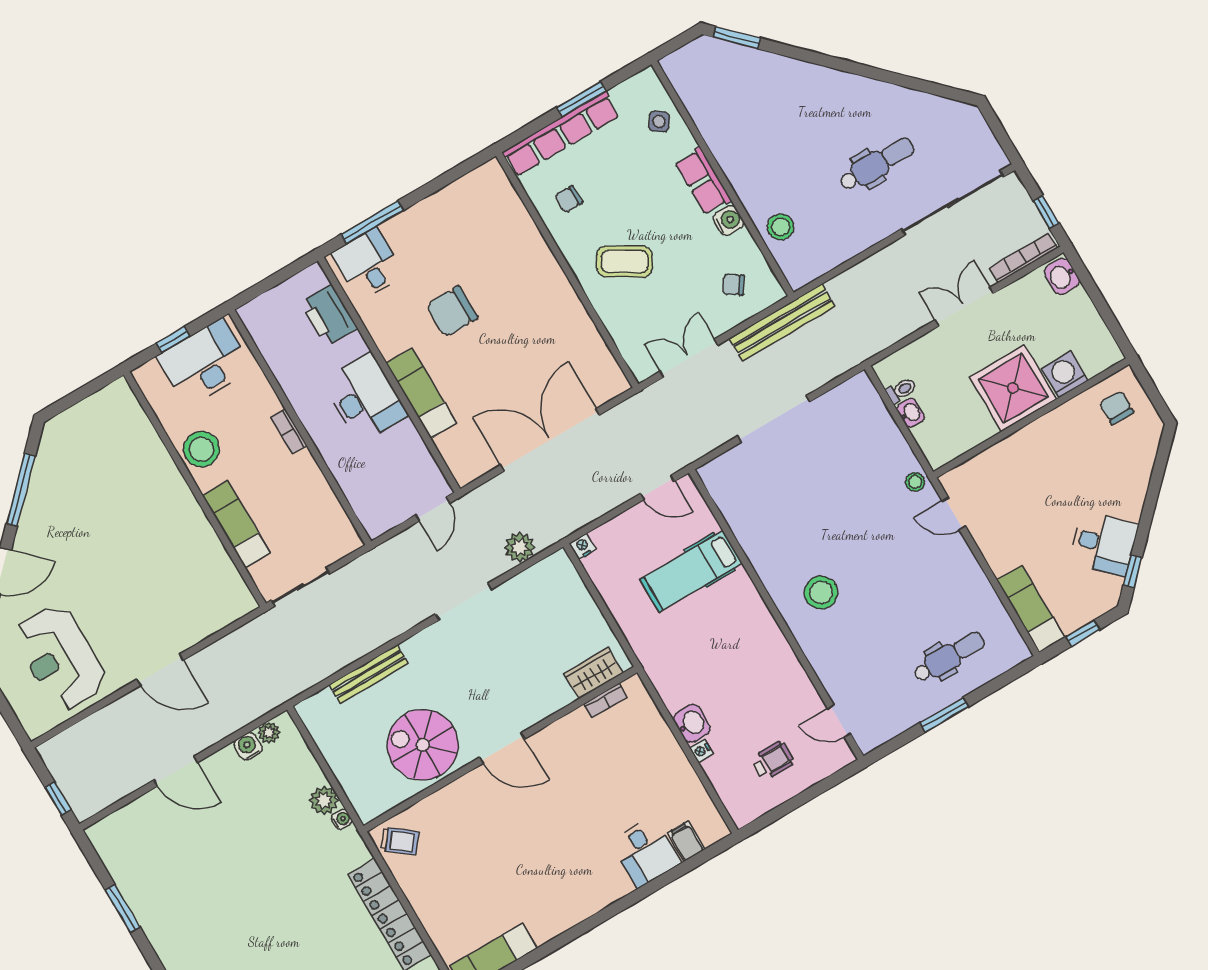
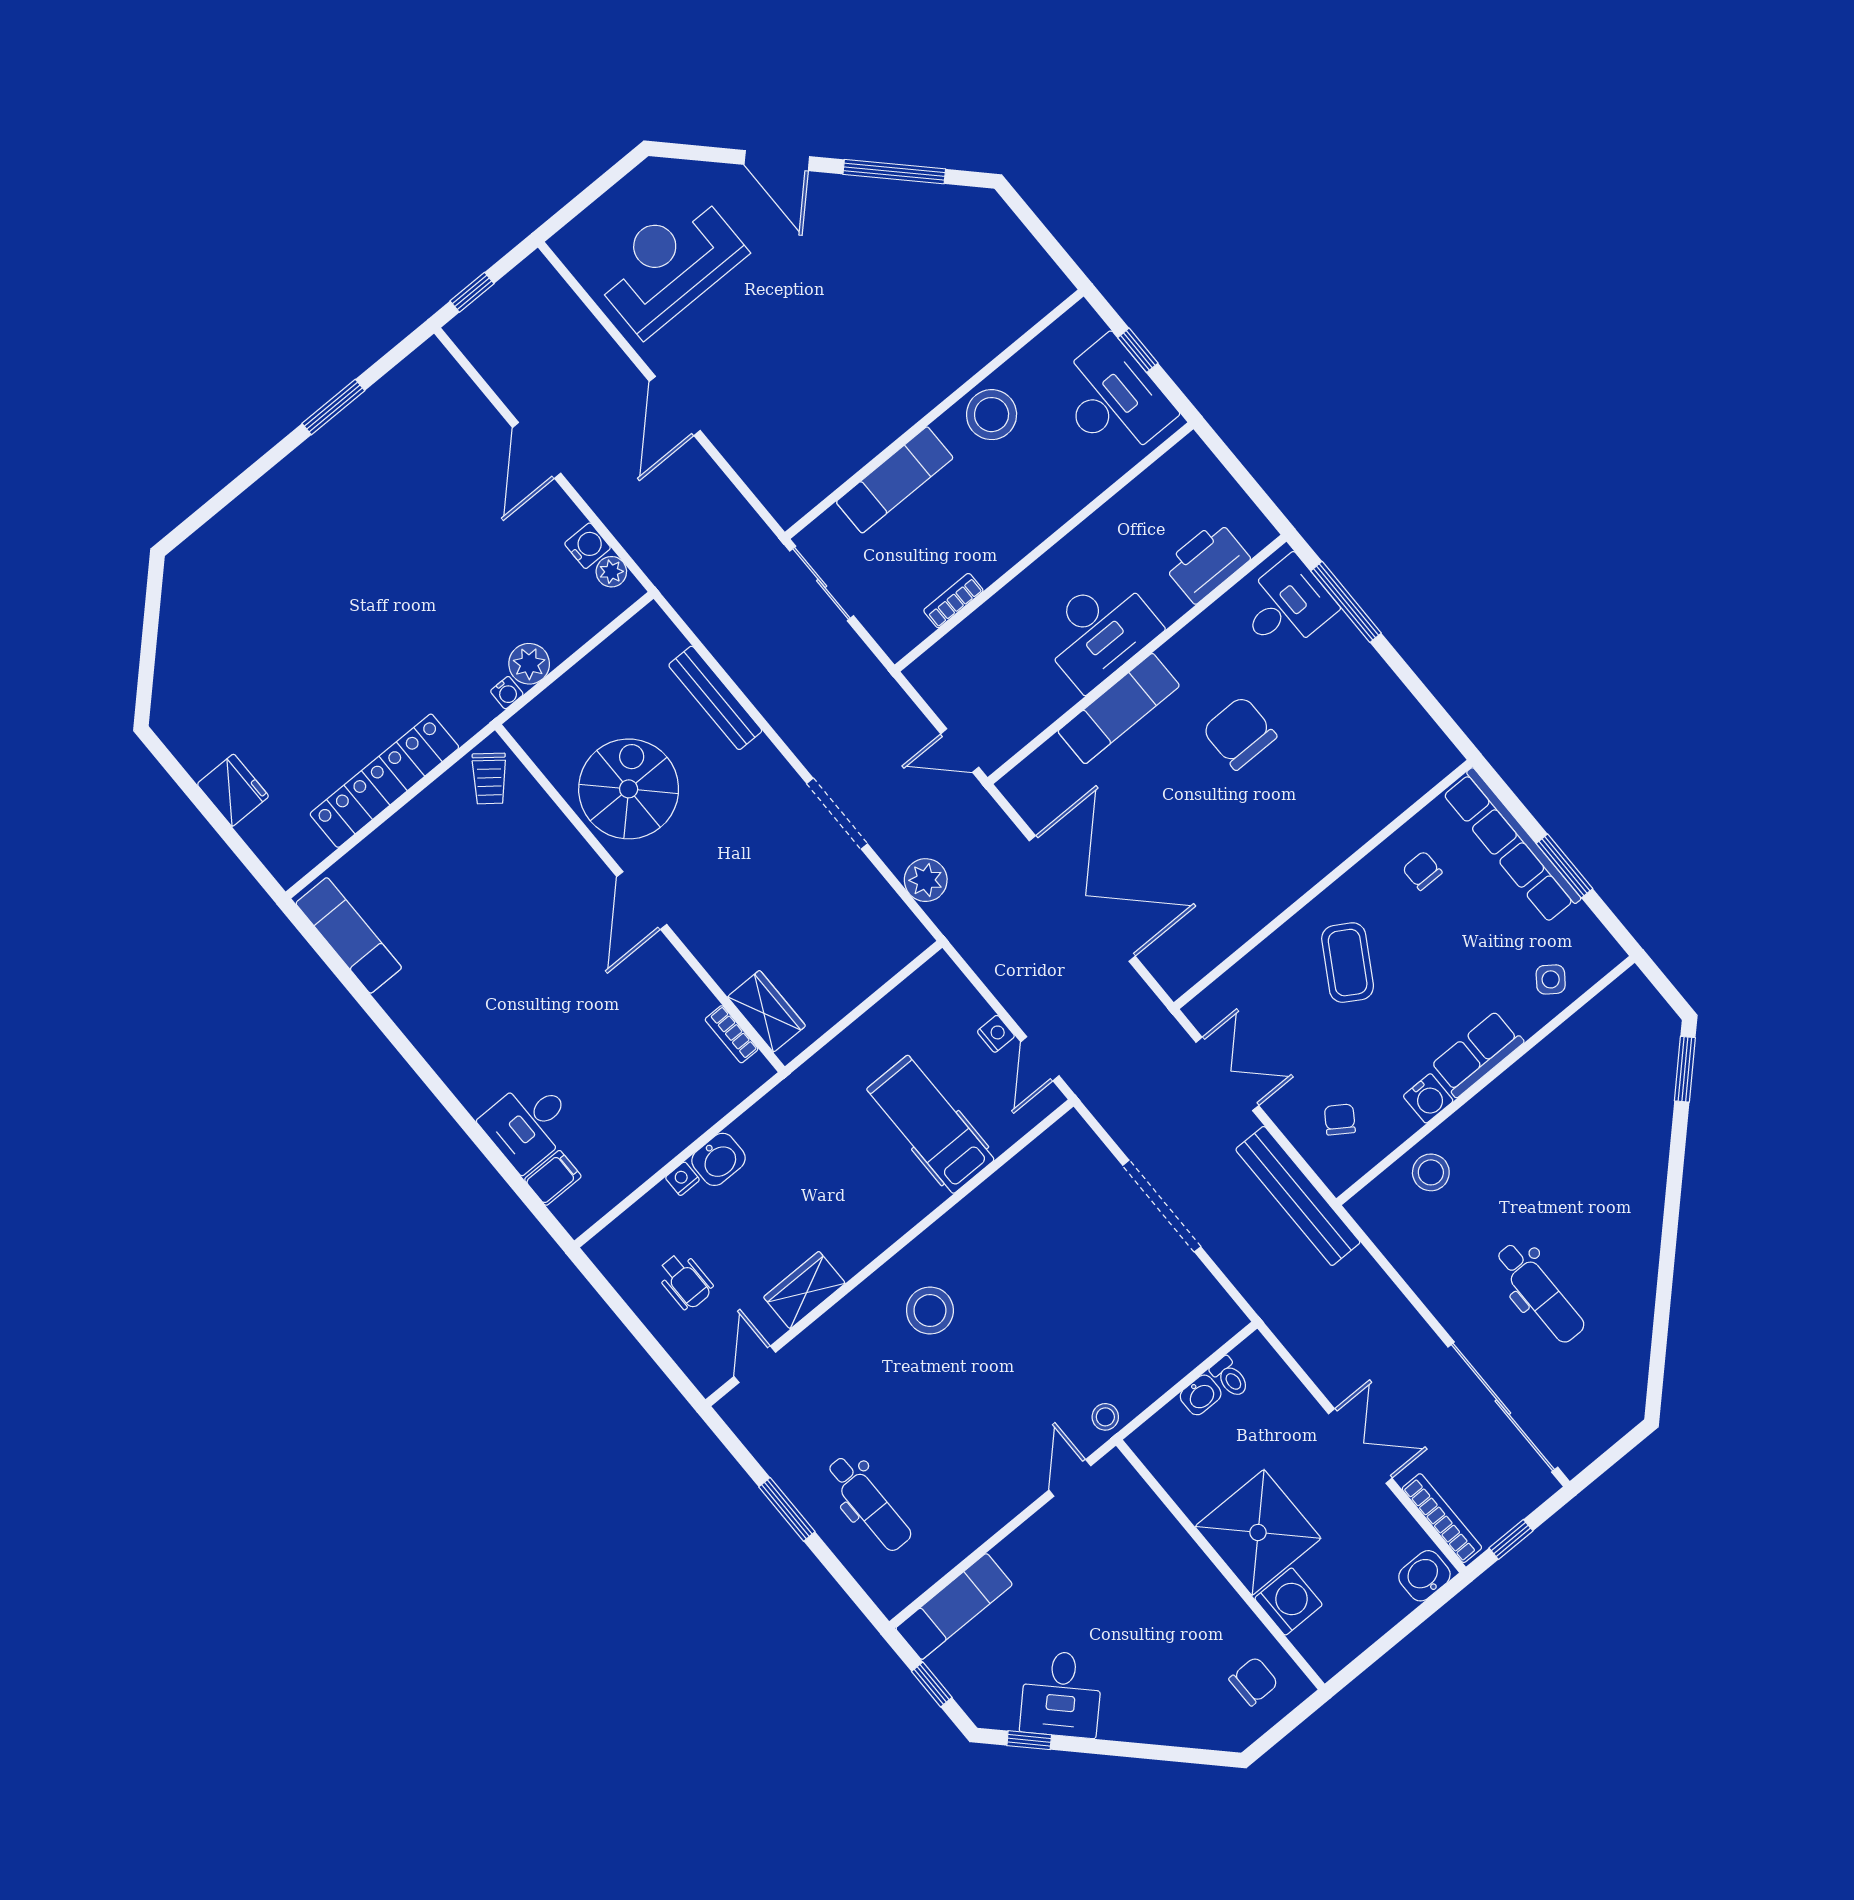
bookcase: (289, 432) -> (953, 601), moved
nightstand: (583, 546) -> (996, 1034), moved
wardrobe: (793, 678) -> (804, 1290), added

